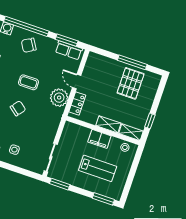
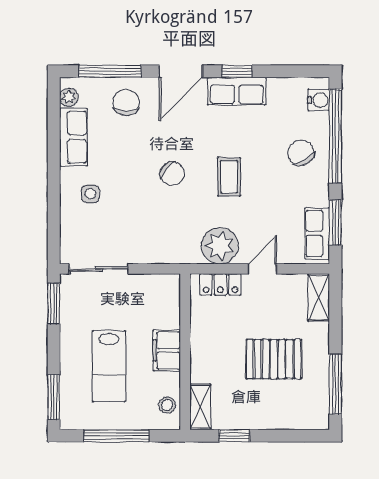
window: (132, 62) -> (335, 384), moved
pallet: (131, 83) -> (274, 359), moved
shelving: (108, 124) -> (319, 297), moved
window: (131, 176) -> (116, 436), added

